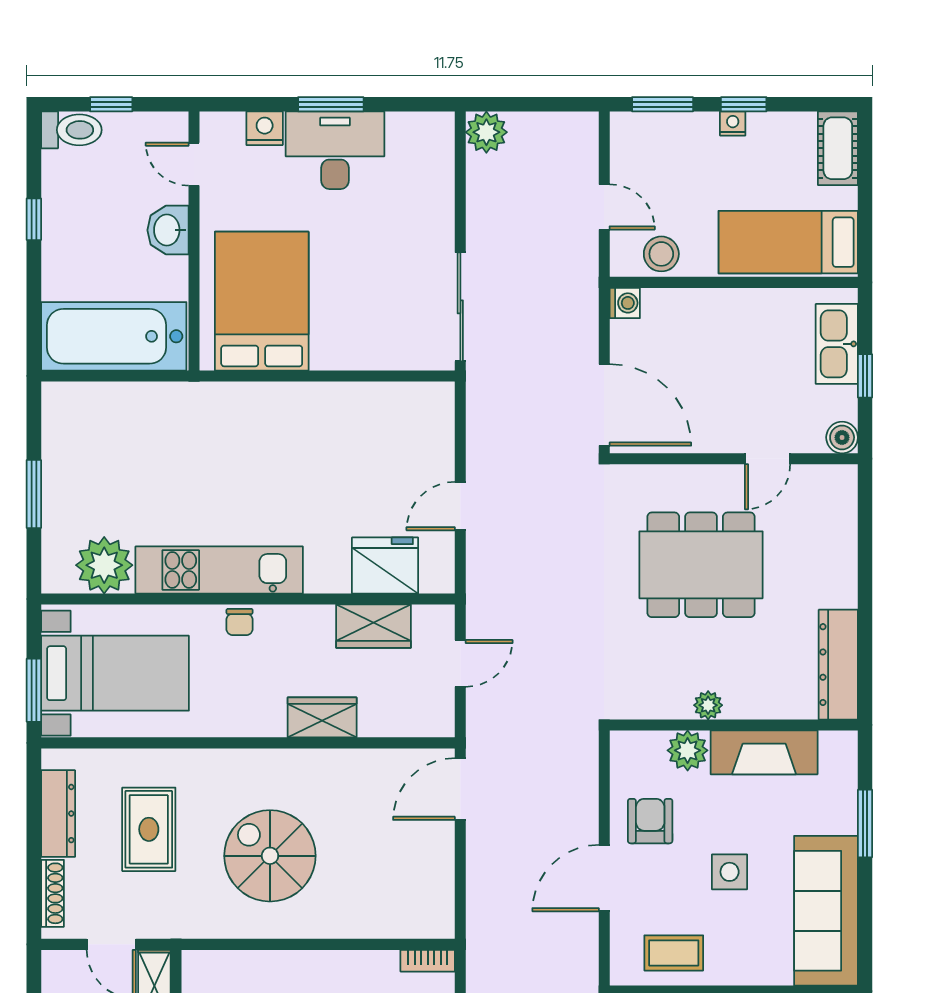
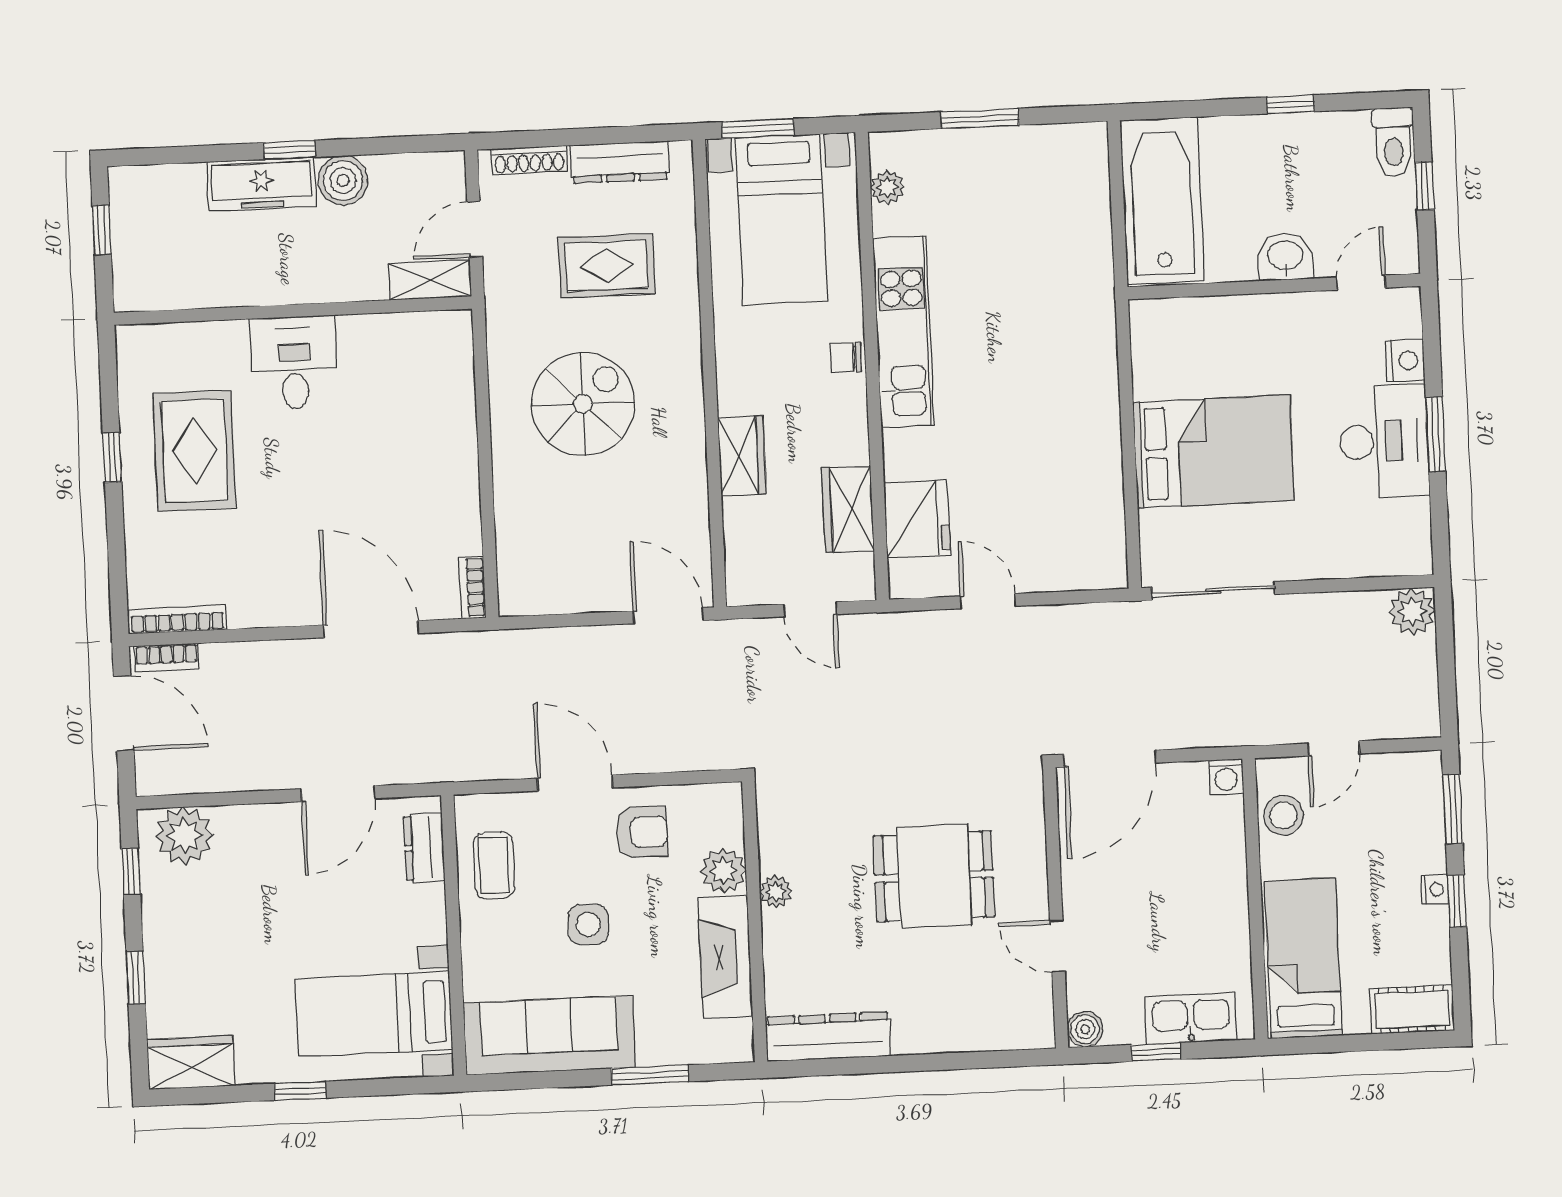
bed: (262, 301) -> (1213, 451), moved
plant: (104, 565) -> (887, 187), width x0.53, depth x0.53
dining table: (701, 565) -> (934, 876), width x0.73

